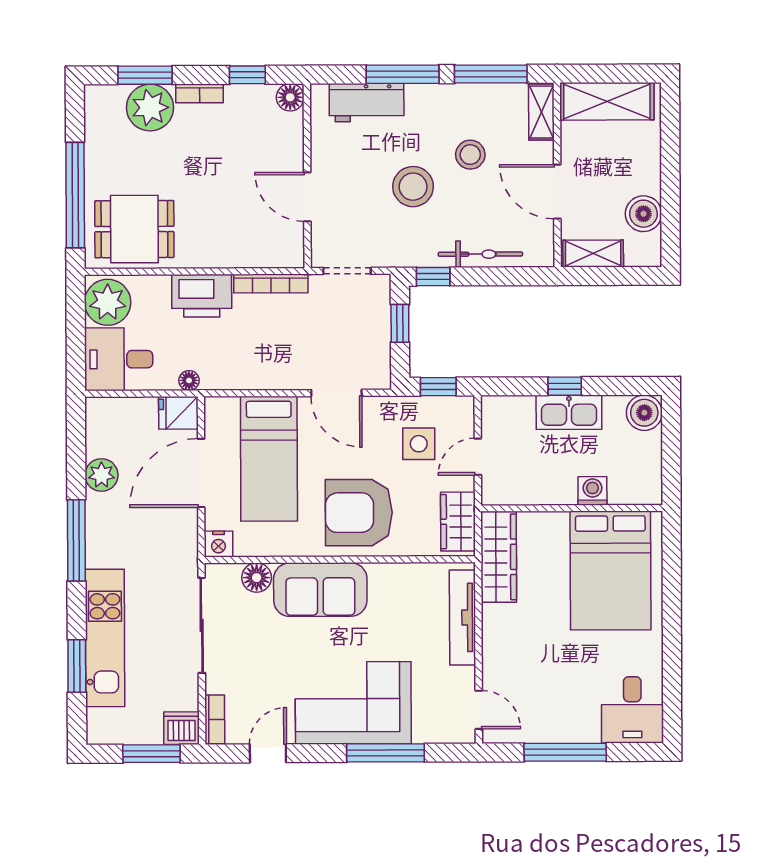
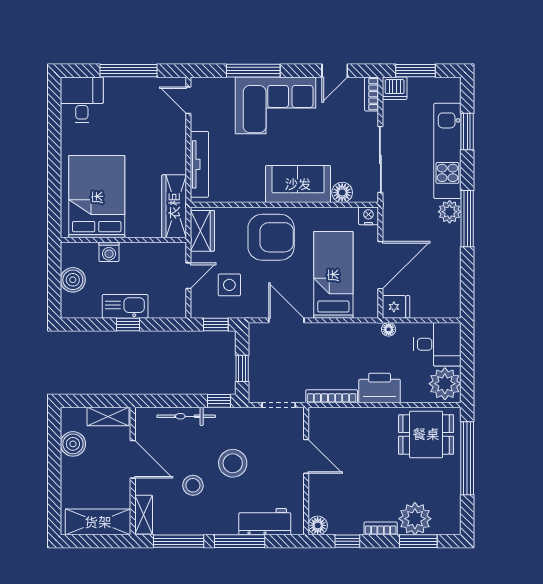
boiler: (644, 413) -> (73, 280), moved
plant: (101, 475) -> (450, 212), moved

